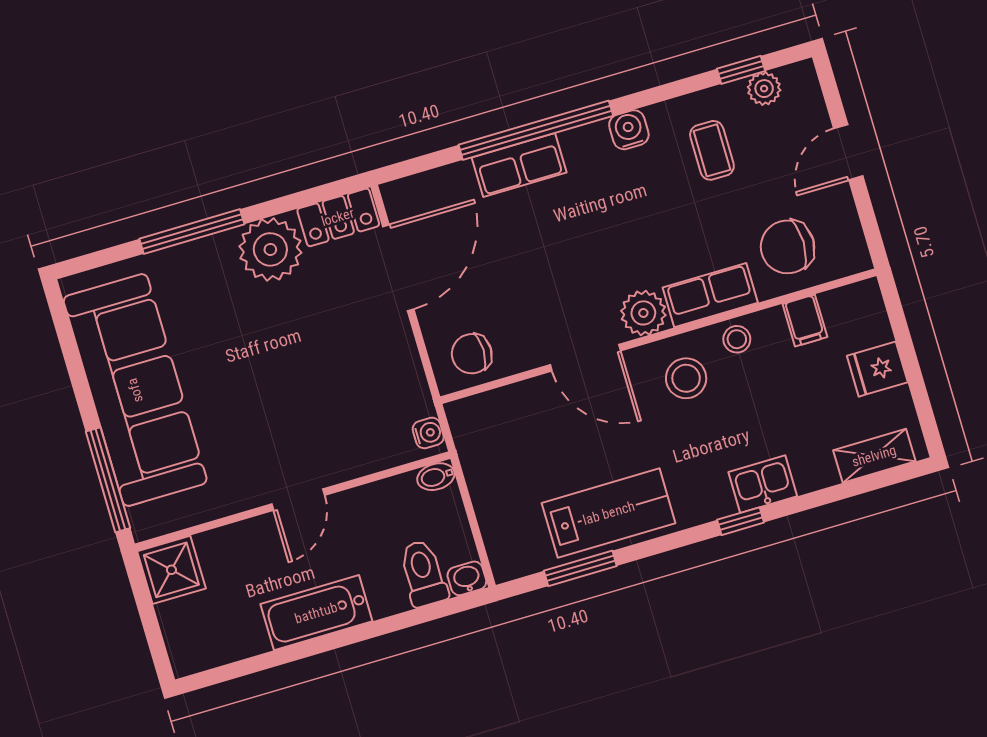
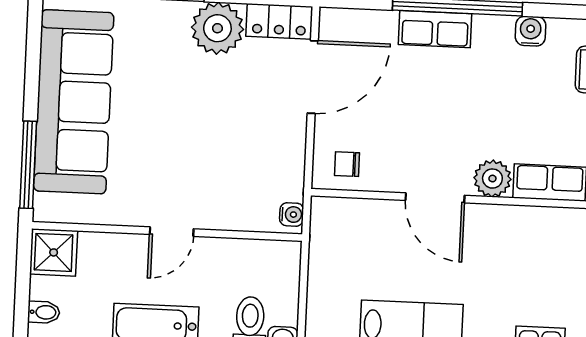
stool: (737, 339) -> (559, 224), removed
chair: (472, 354) -> (347, 164), width x0.73, depth x0.73
stool: (686, 378) -> (508, 241), removed
bidet: (436, 477) -> (44, 312), moved, turned 180

